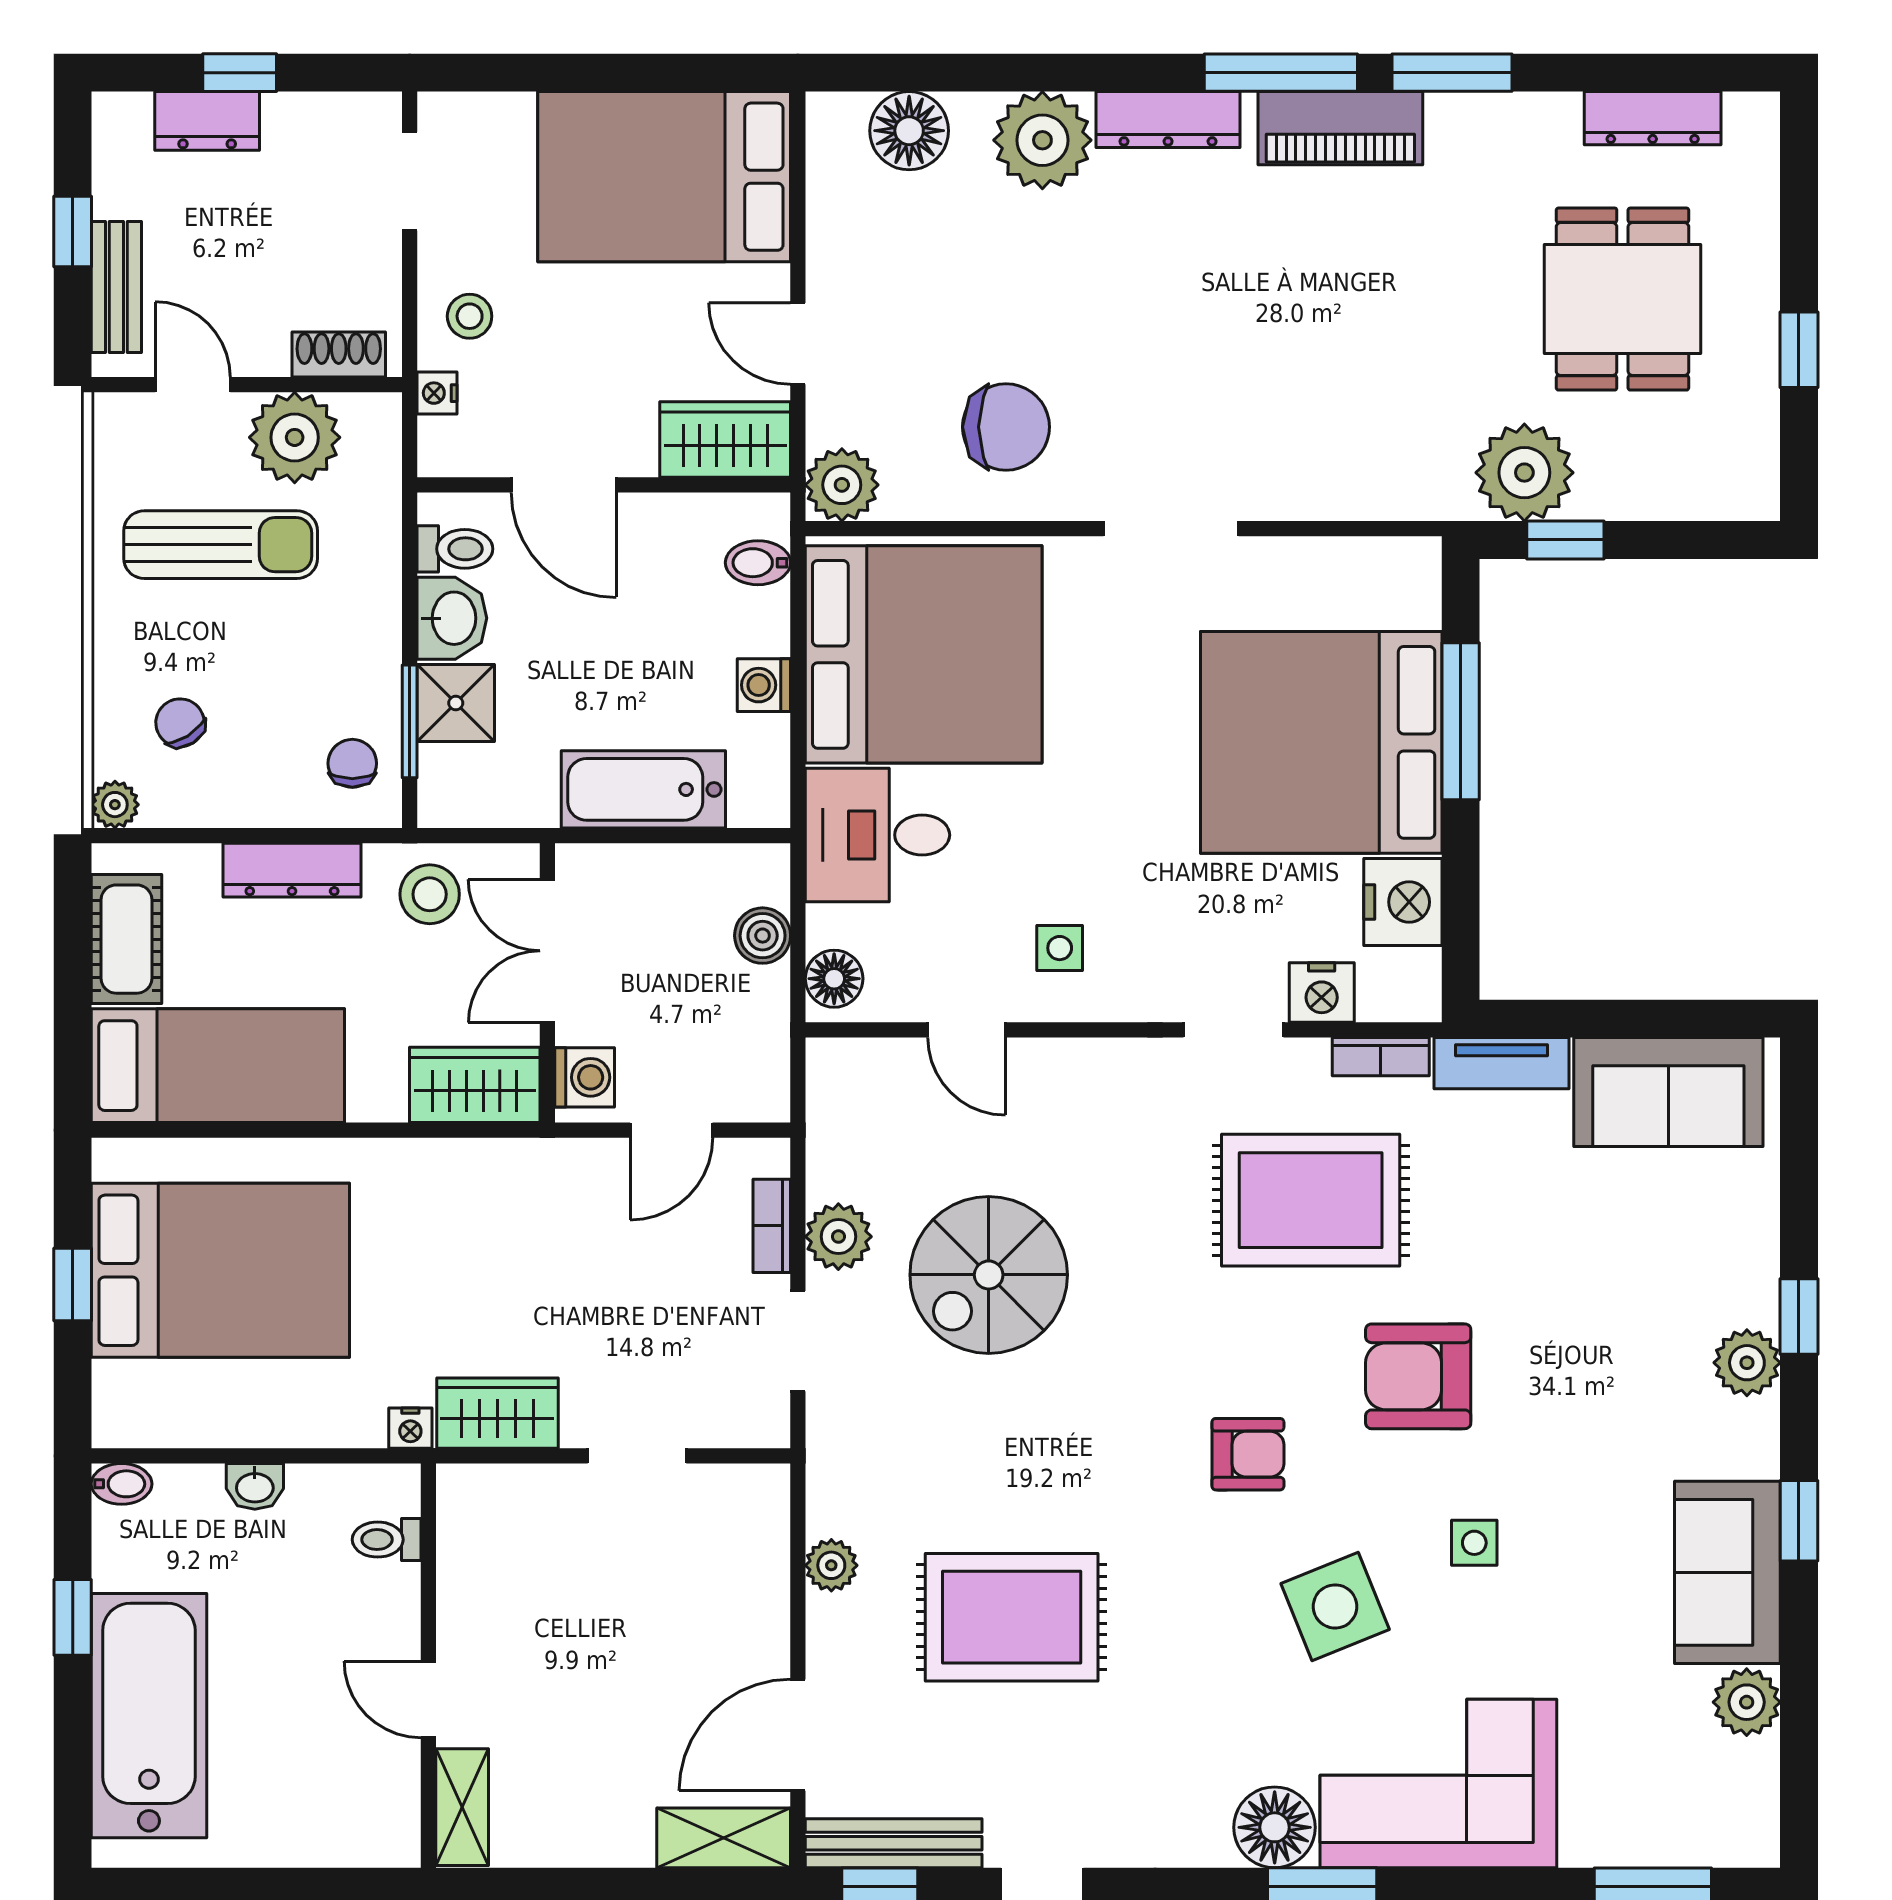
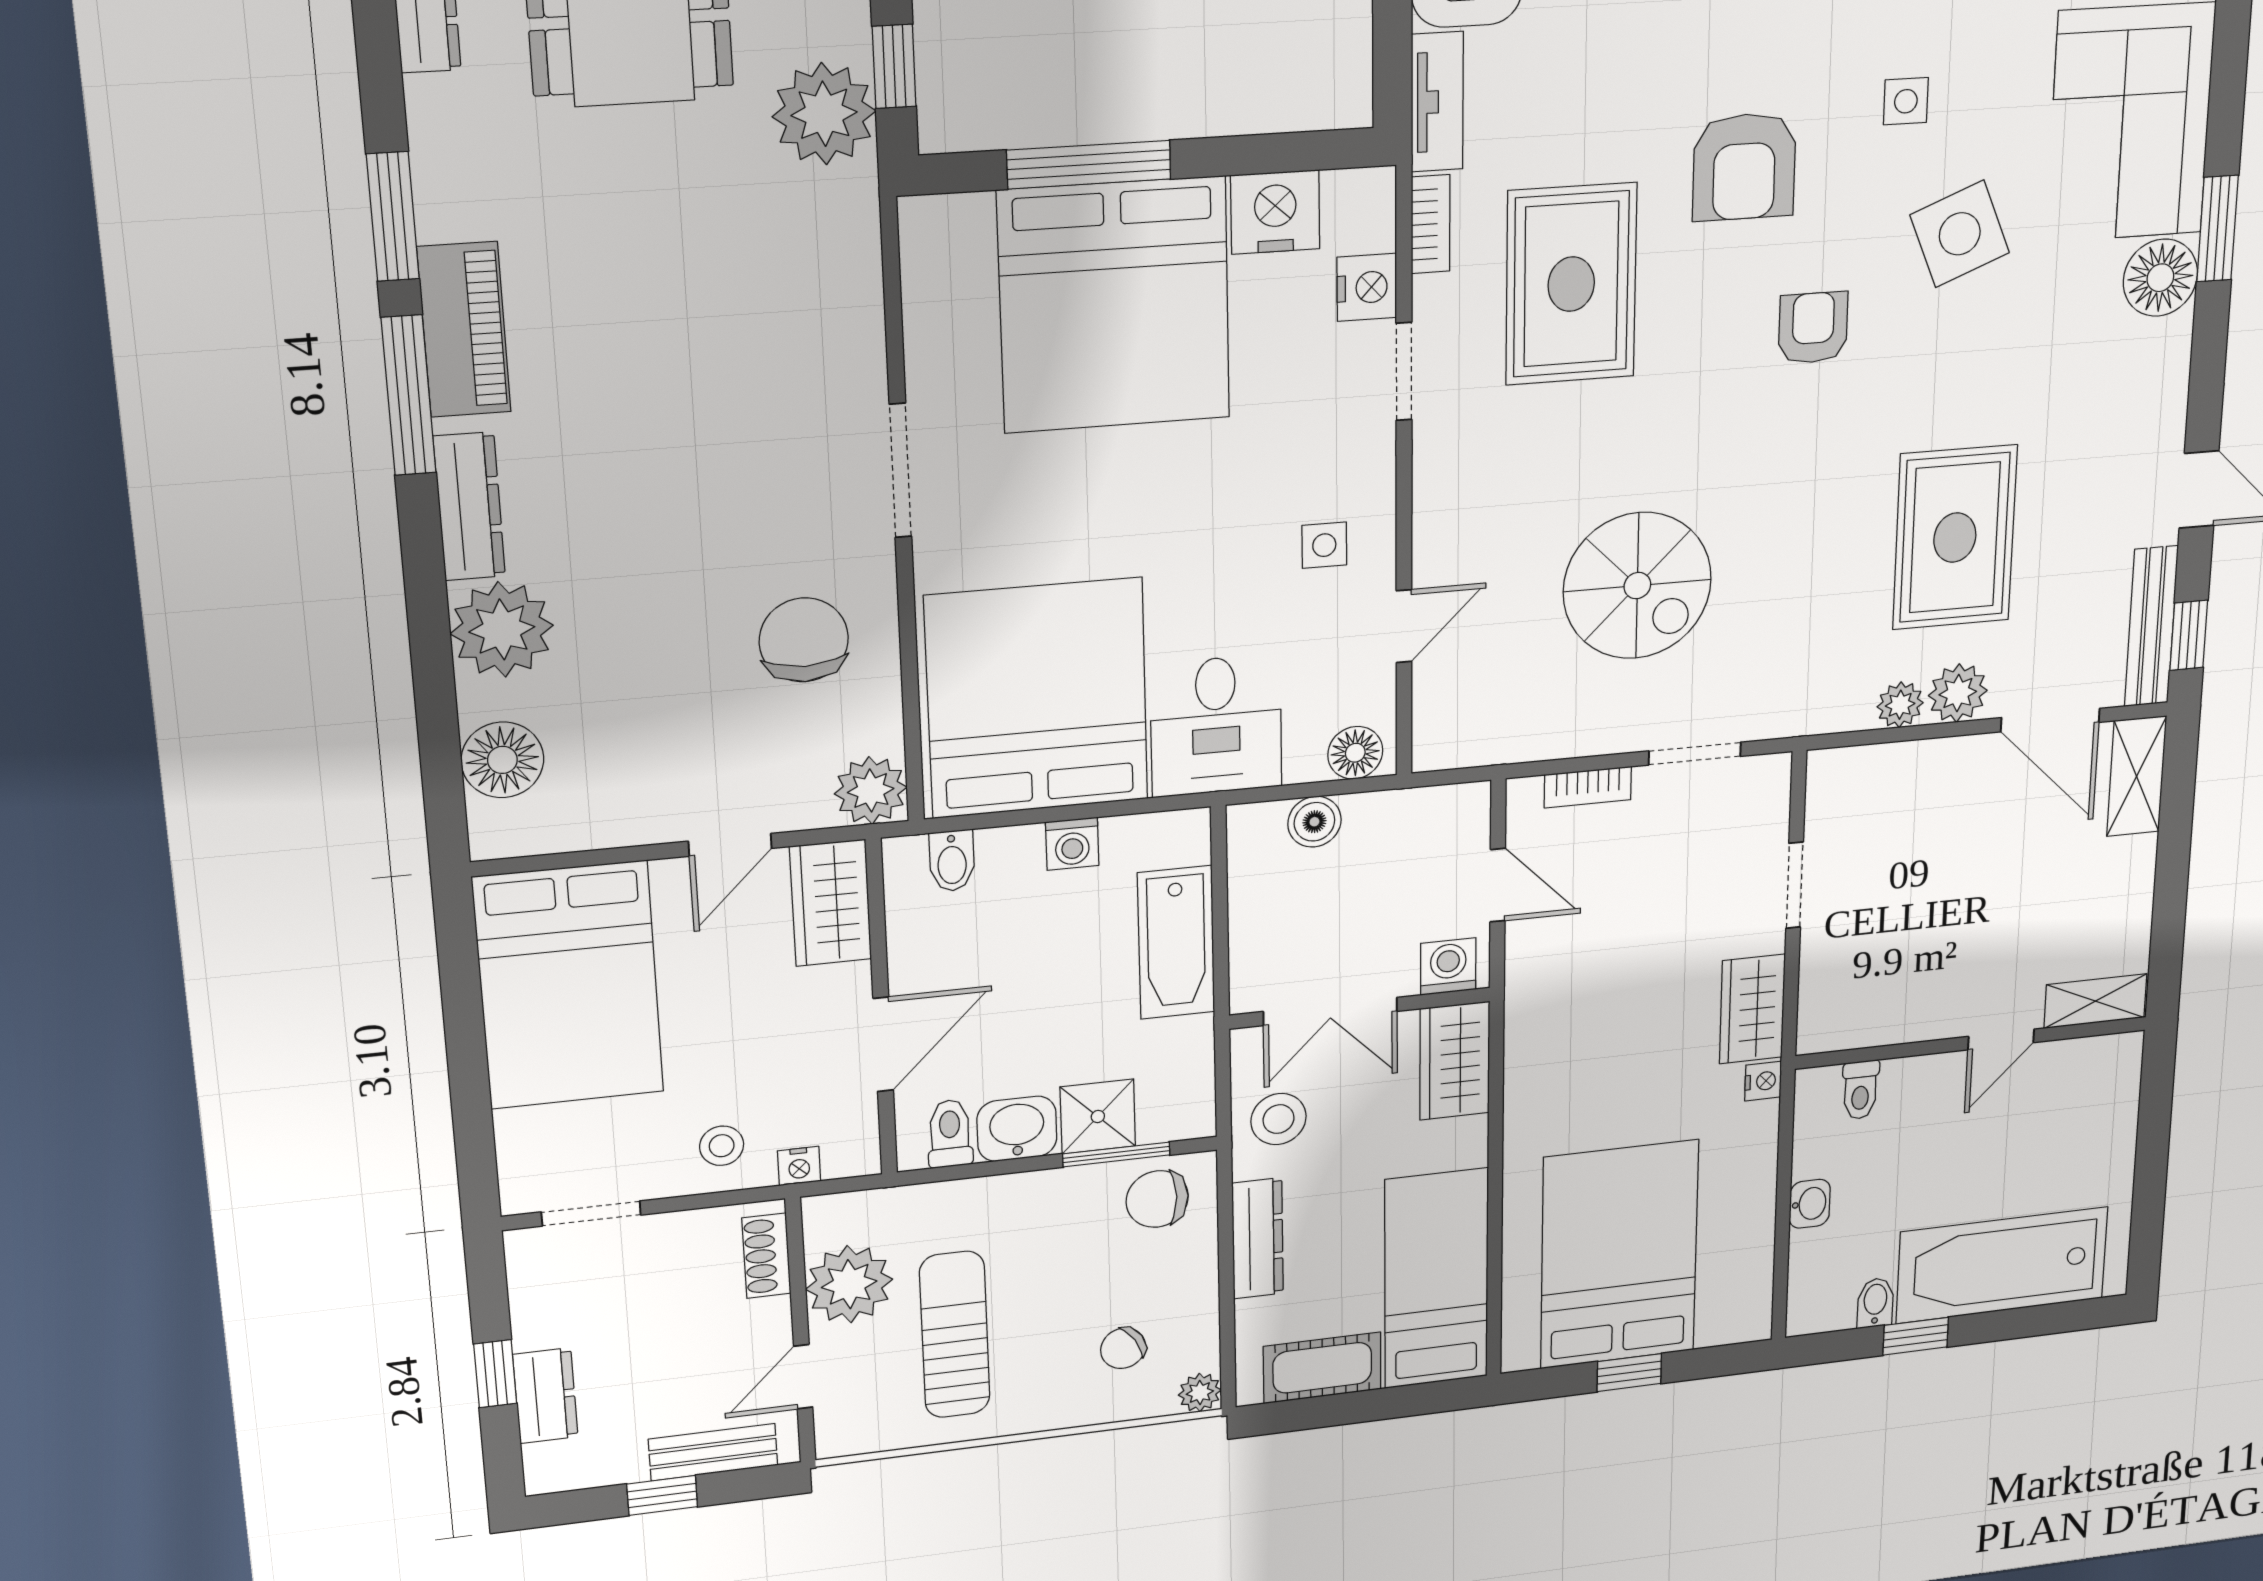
chair: (352, 763) -> (1157, 1199), width x1.37, depth x1.37
plant: (838, 1237) -> (1958, 693), moved
bidet: (122, 1484) -> (1875, 1303), moved

